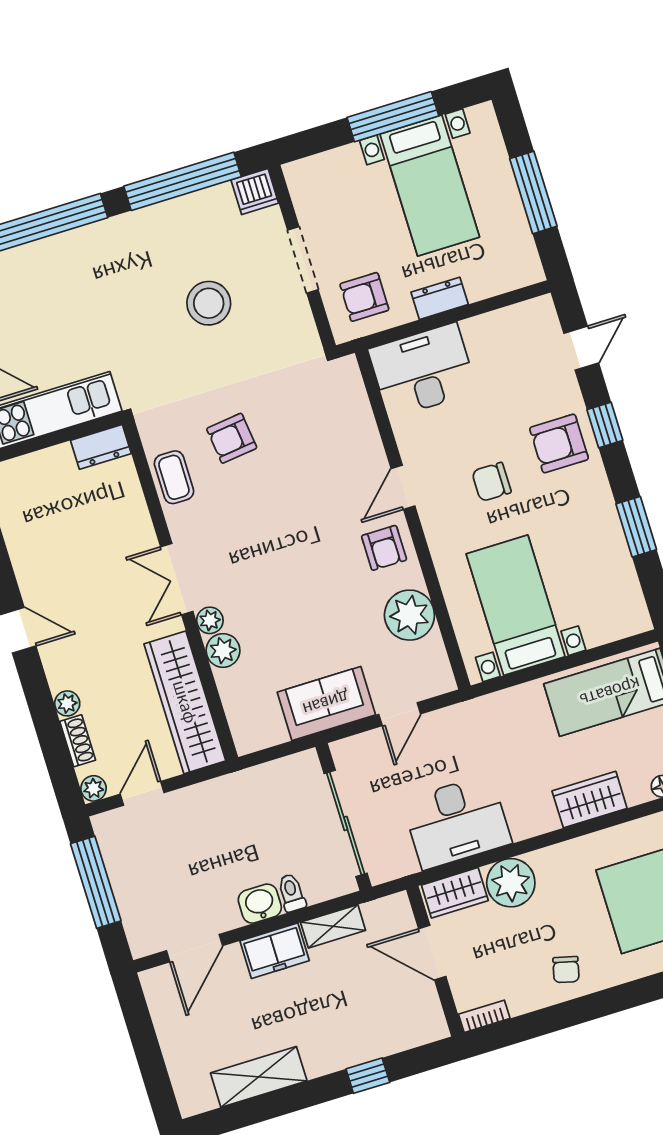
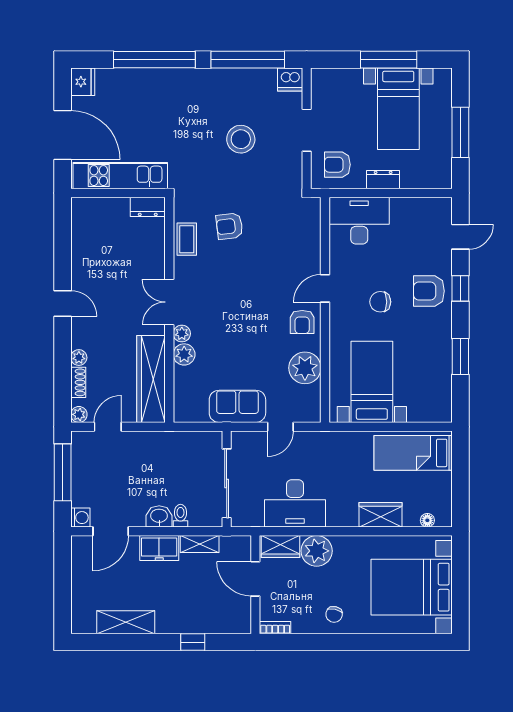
washing machine: (143, 942) -> (80, 518), added

